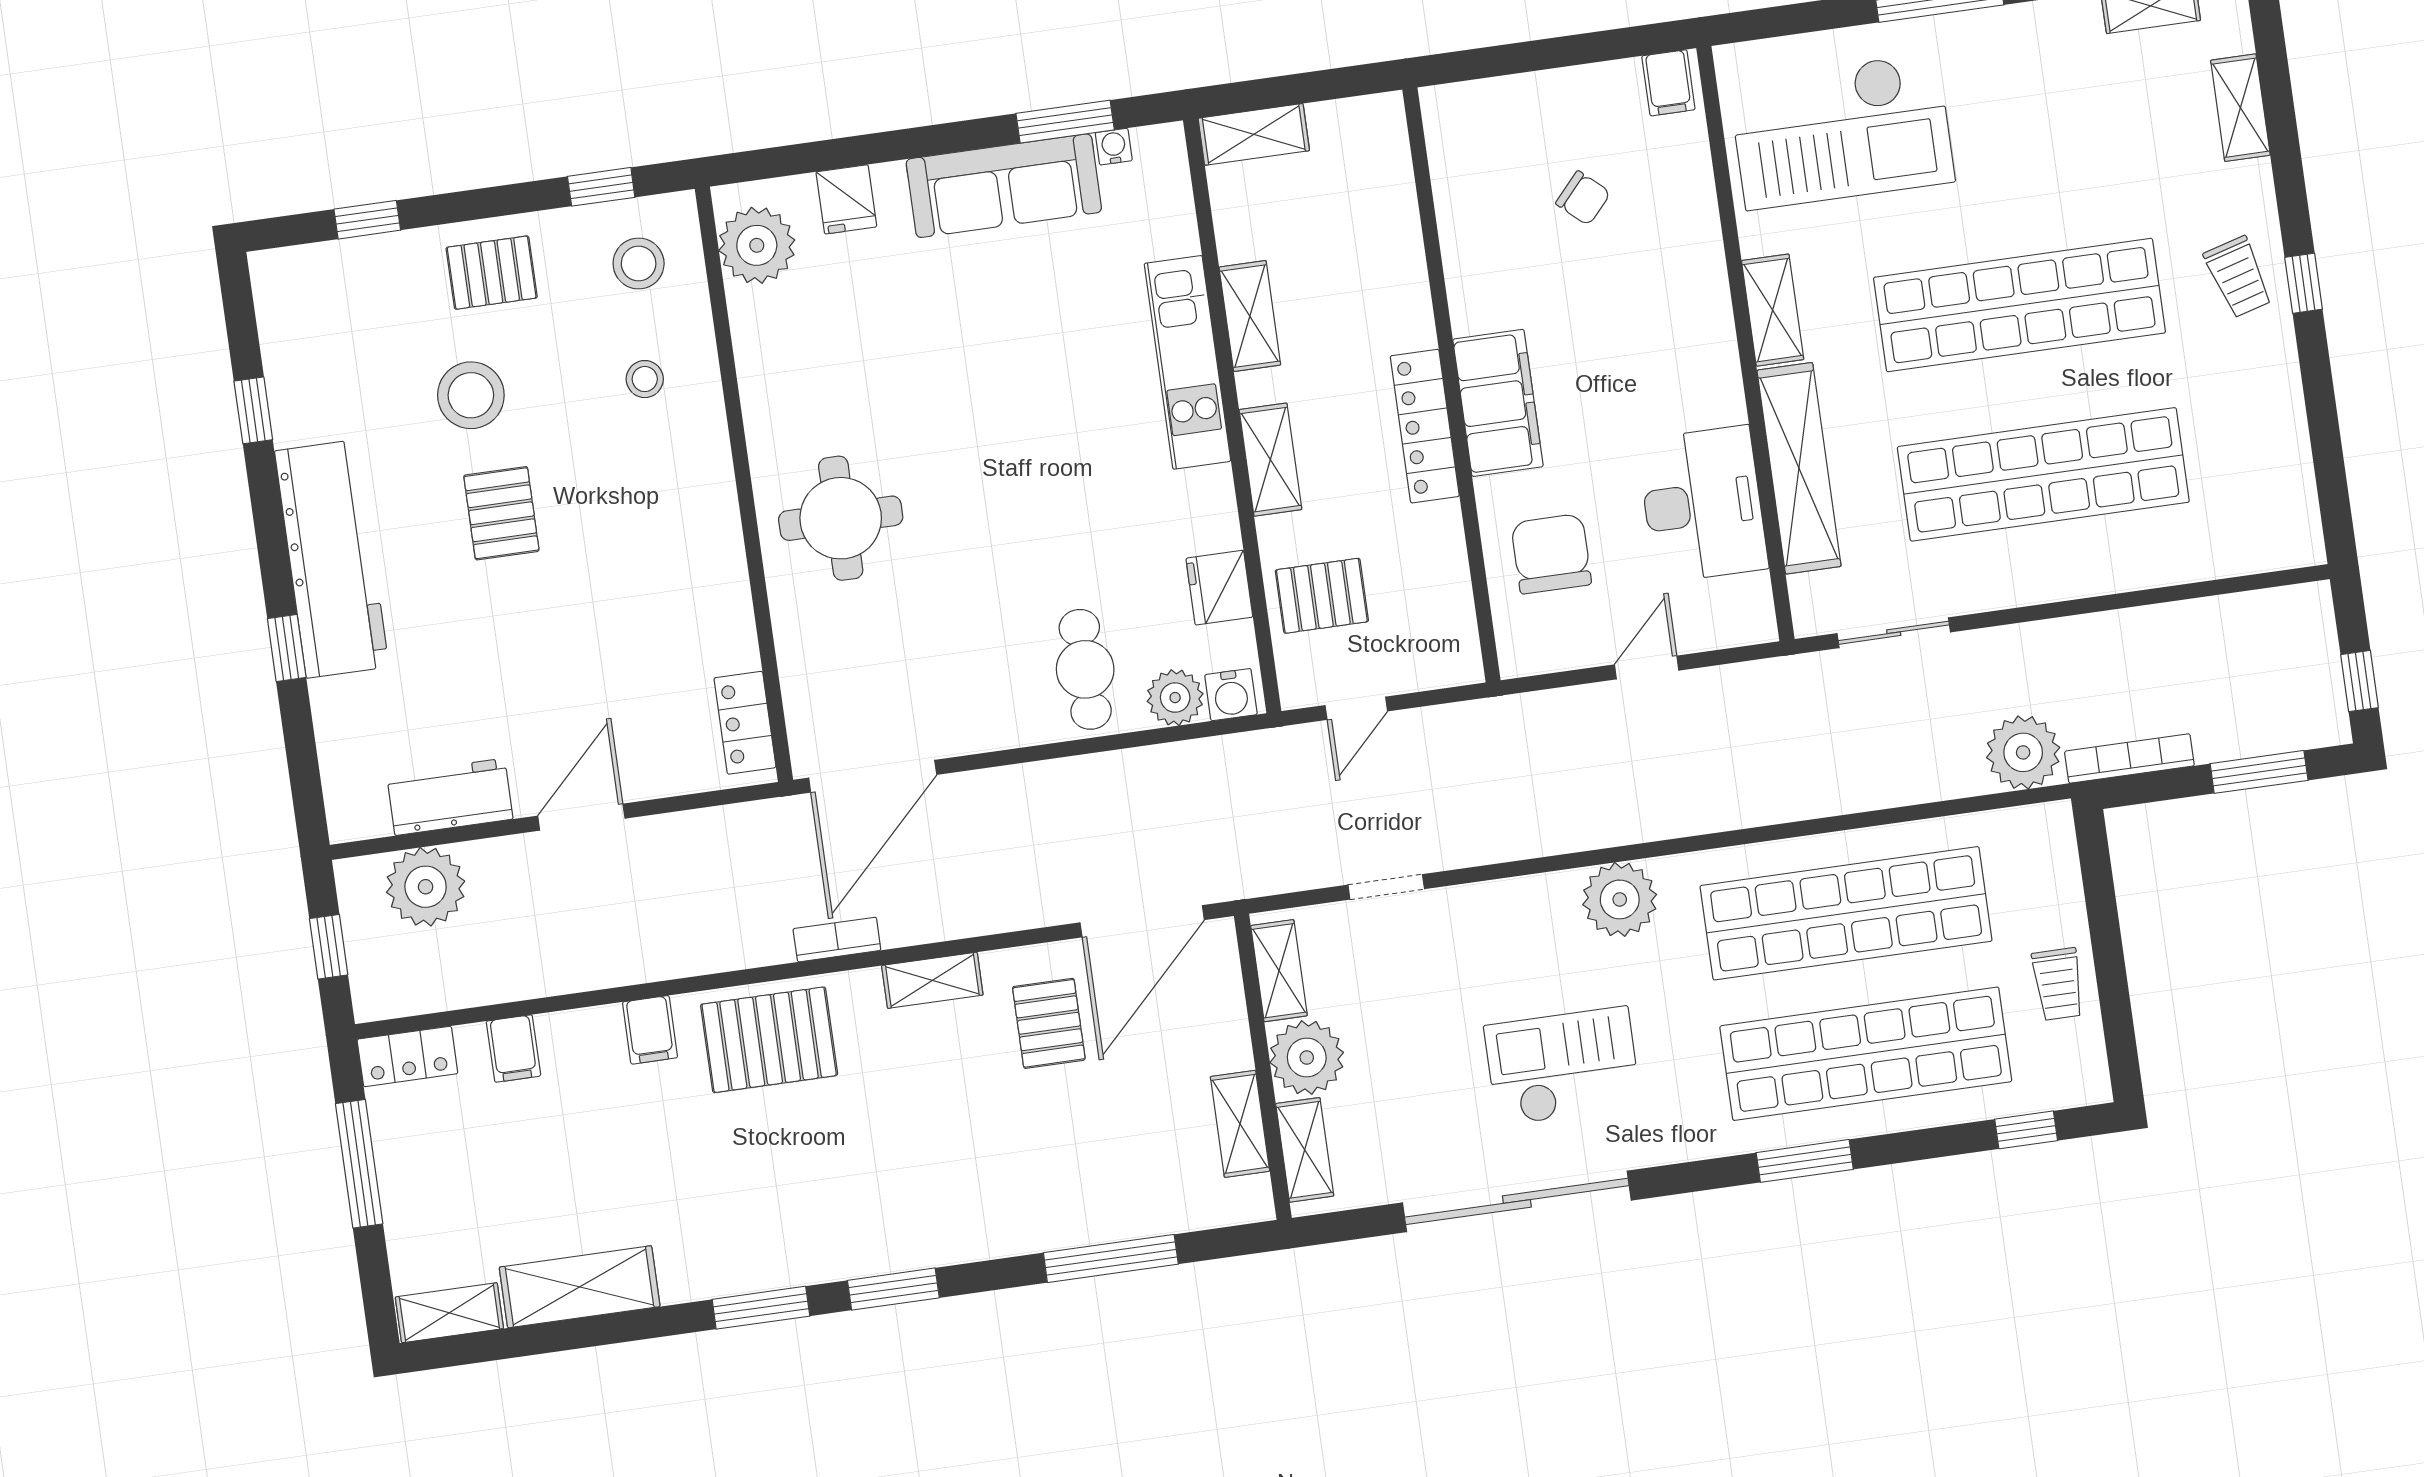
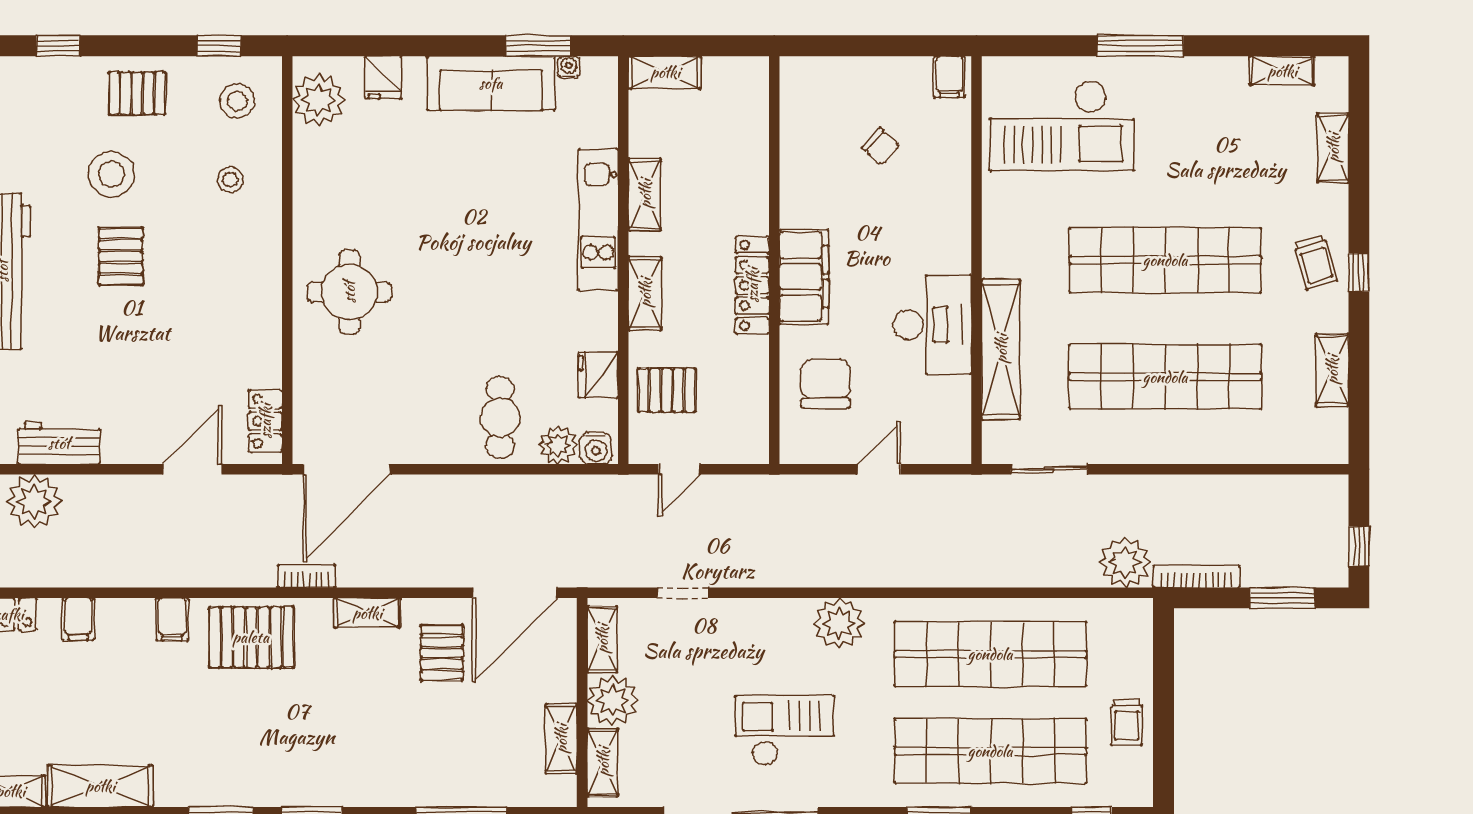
shelving: (1773, 310) -> (1332, 370), moved
desk: (1703, 504) -> (932, 325), moved
door: (581, 817) -> (192, 469), moved

